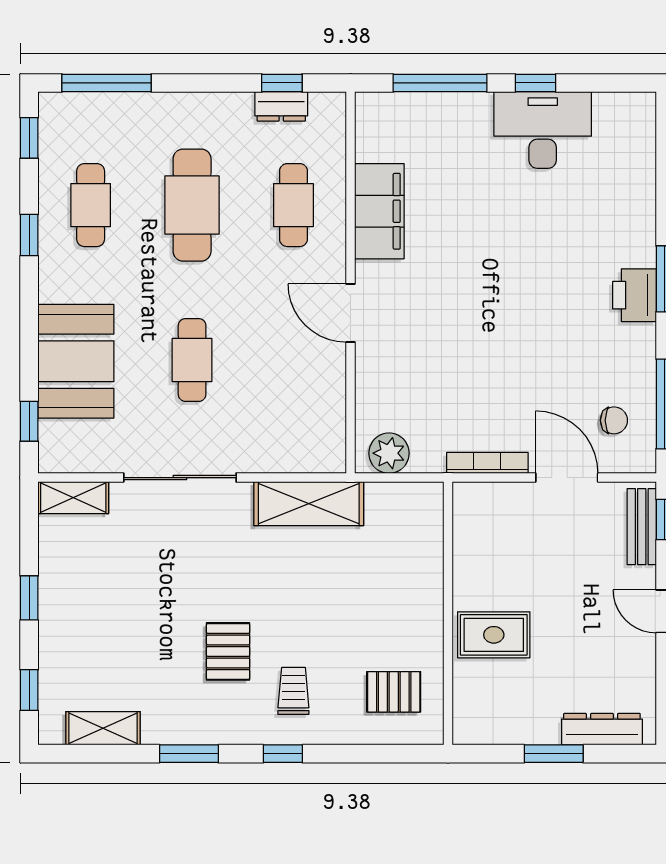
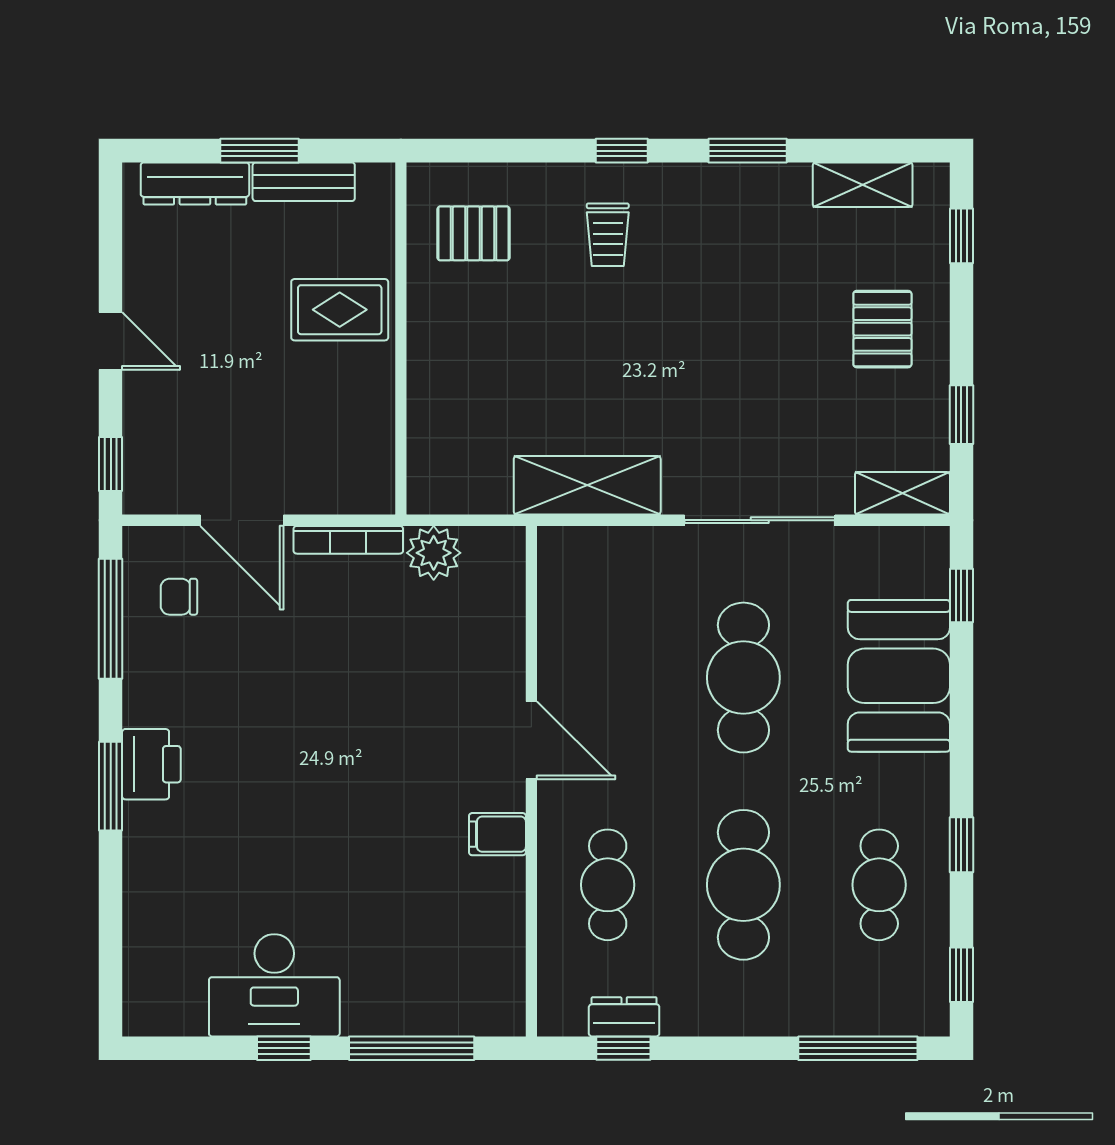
filing cabinet: (379, 211) -> (497, 834), width x0.33, depth x0.86
cafe table: (192, 360) -> (743, 678), width x1.37, depth x1.35
plant: (389, 453) -> (434, 553), moved
bench: (642, 527) -> (304, 182), moved, turned 90
window: (29, 598) -> (961, 415), moved
pallet: (228, 651) -> (882, 329), moved

